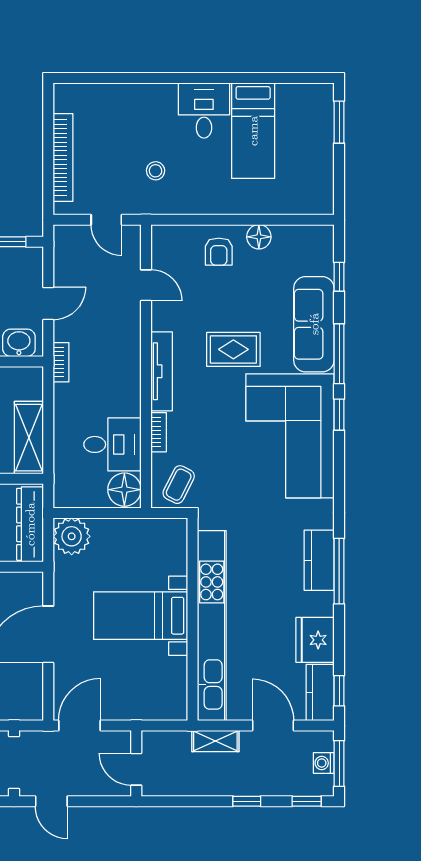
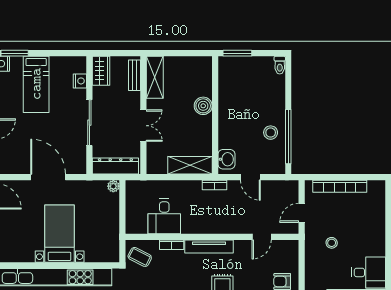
shelving: (29, 438) -> (190, 165), moved
floor lamp: (124, 490) -> (137, 224), removed
plant: (72, 536) -> (113, 186), width x0.53, depth x0.53

